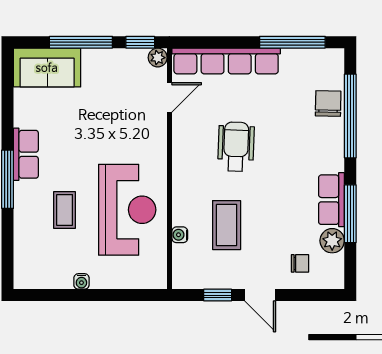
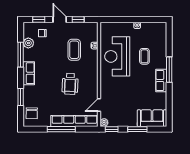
window: (81, 42) -> (137, 129), width x0.69
window: (292, 42) -> (61, 129), moved
chair: (328, 104) -> (32, 113), moved
window: (350, 116) -> (21, 97), width x0.47
row of seats: (331, 200) -> (29, 73), moved
window: (308, 295) -> (39, 19), added

